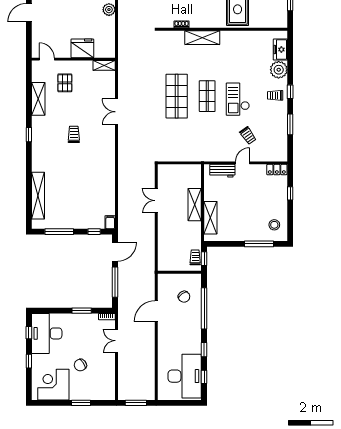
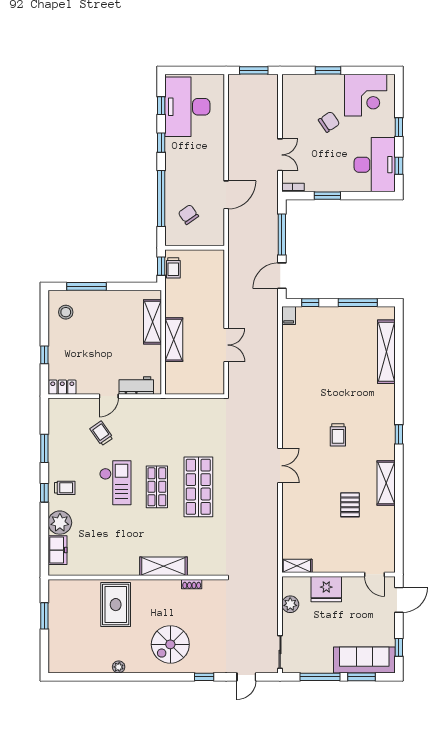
fridge: (82, 48) -> (326, 589), moved
door: (47, 59) -> (374, 574), moved
wall: (73, 59) -> (338, 574), moved
shelving: (104, 65) -> (297, 566), moved

